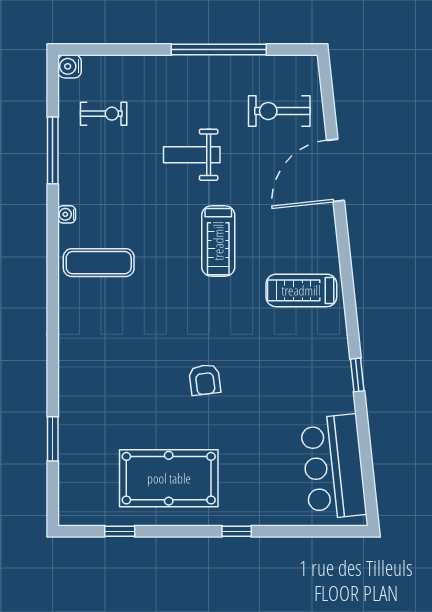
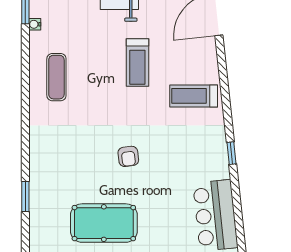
water cooler: (67, 214) -> (35, 24), moved
exercise mat: (99, 263) -> (56, 77), turned 90

